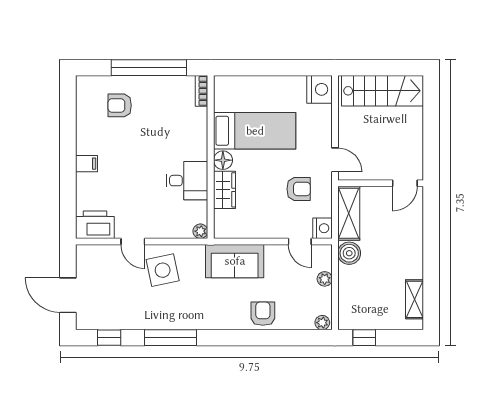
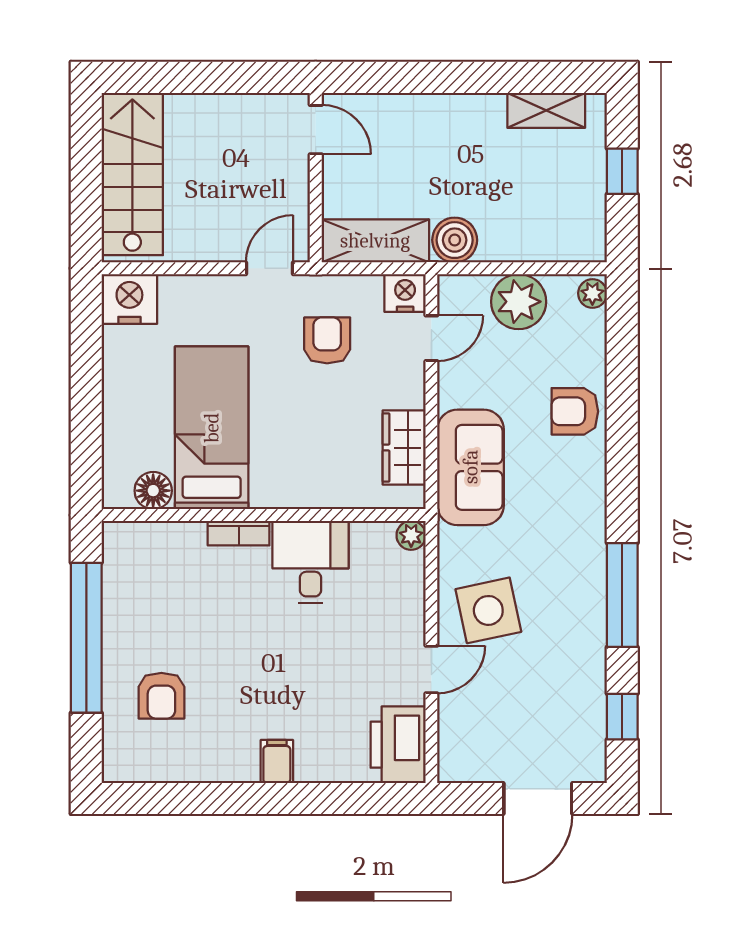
bookcase: (202, 91) -> (239, 533), moved
floor lamp: (223, 160) -> (153, 491), moved
wardrobe: (224, 190) -> (404, 448), moved, turned -90
plant: (325, 279) -> (519, 302), width x1.88, depth x1.88
window: (364, 338) -> (622, 171), moved

